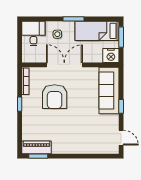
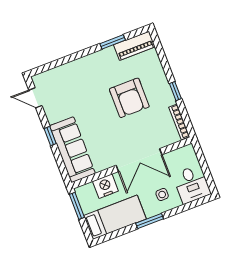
window: (121, 37) -> (77, 206), moved
nightstand: (111, 56) -> (105, 186), moved
armchair: (55, 97) -> (129, 98), moved, turned 180
window: (38, 156) -> (113, 42), moved

